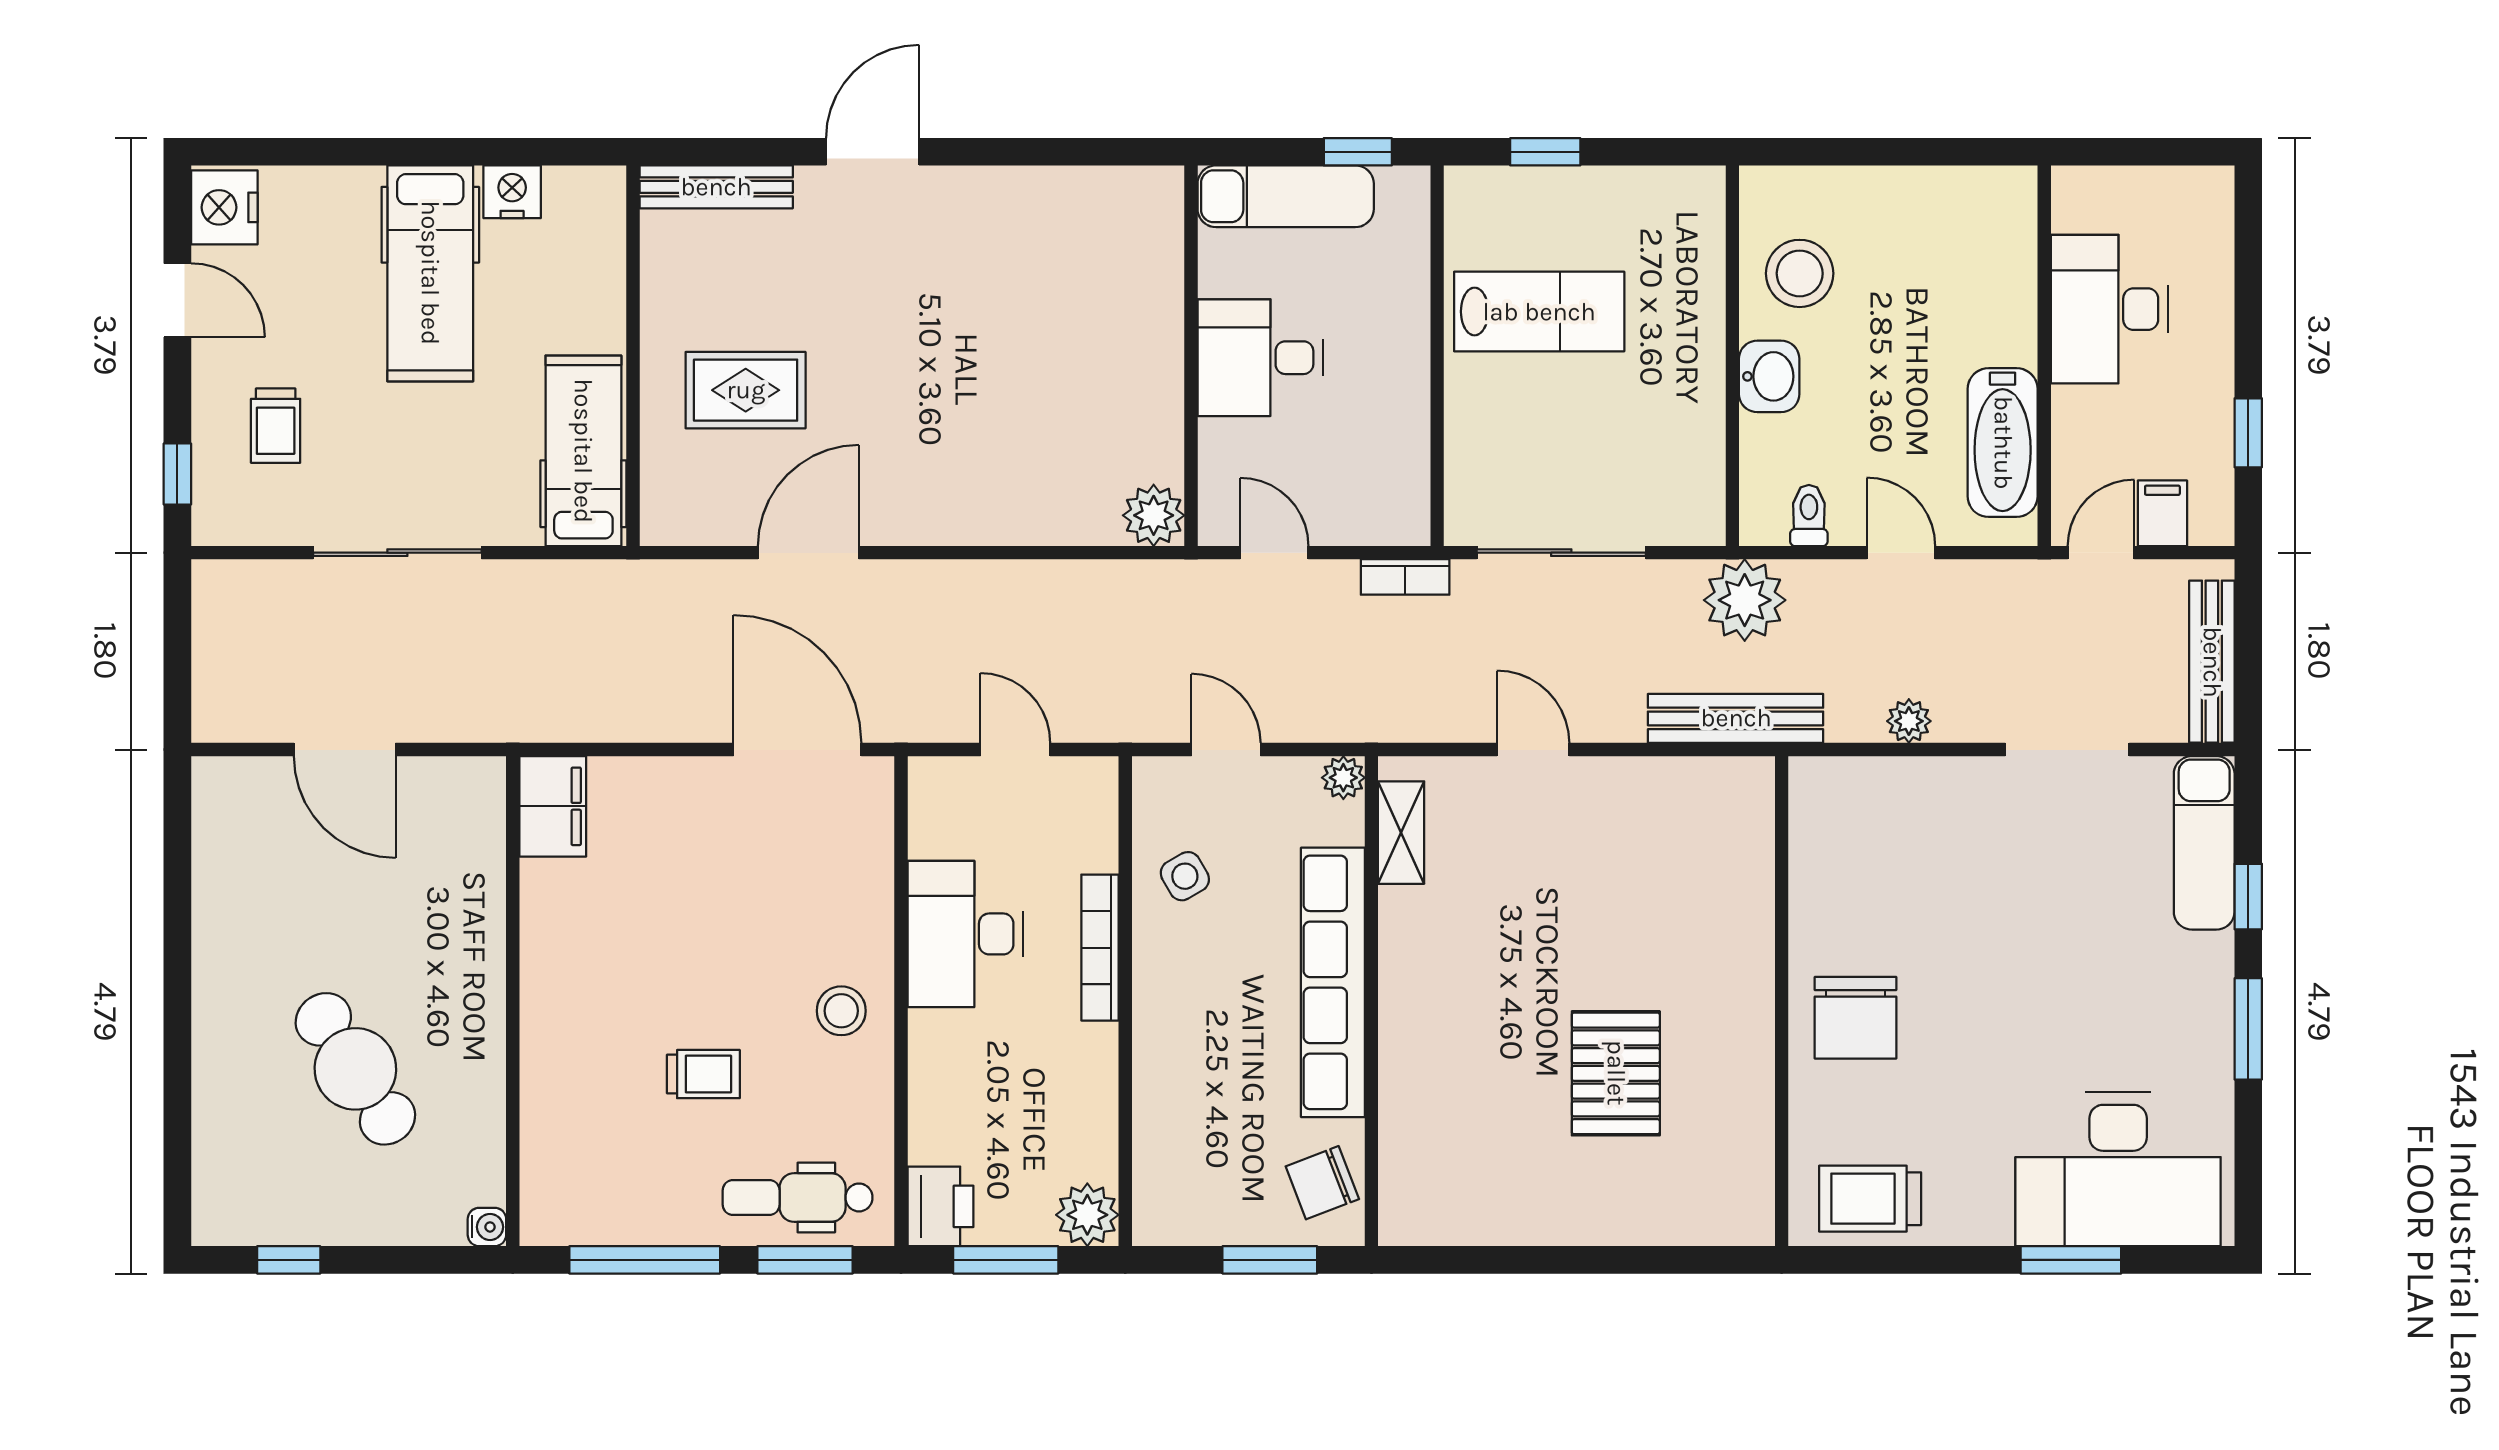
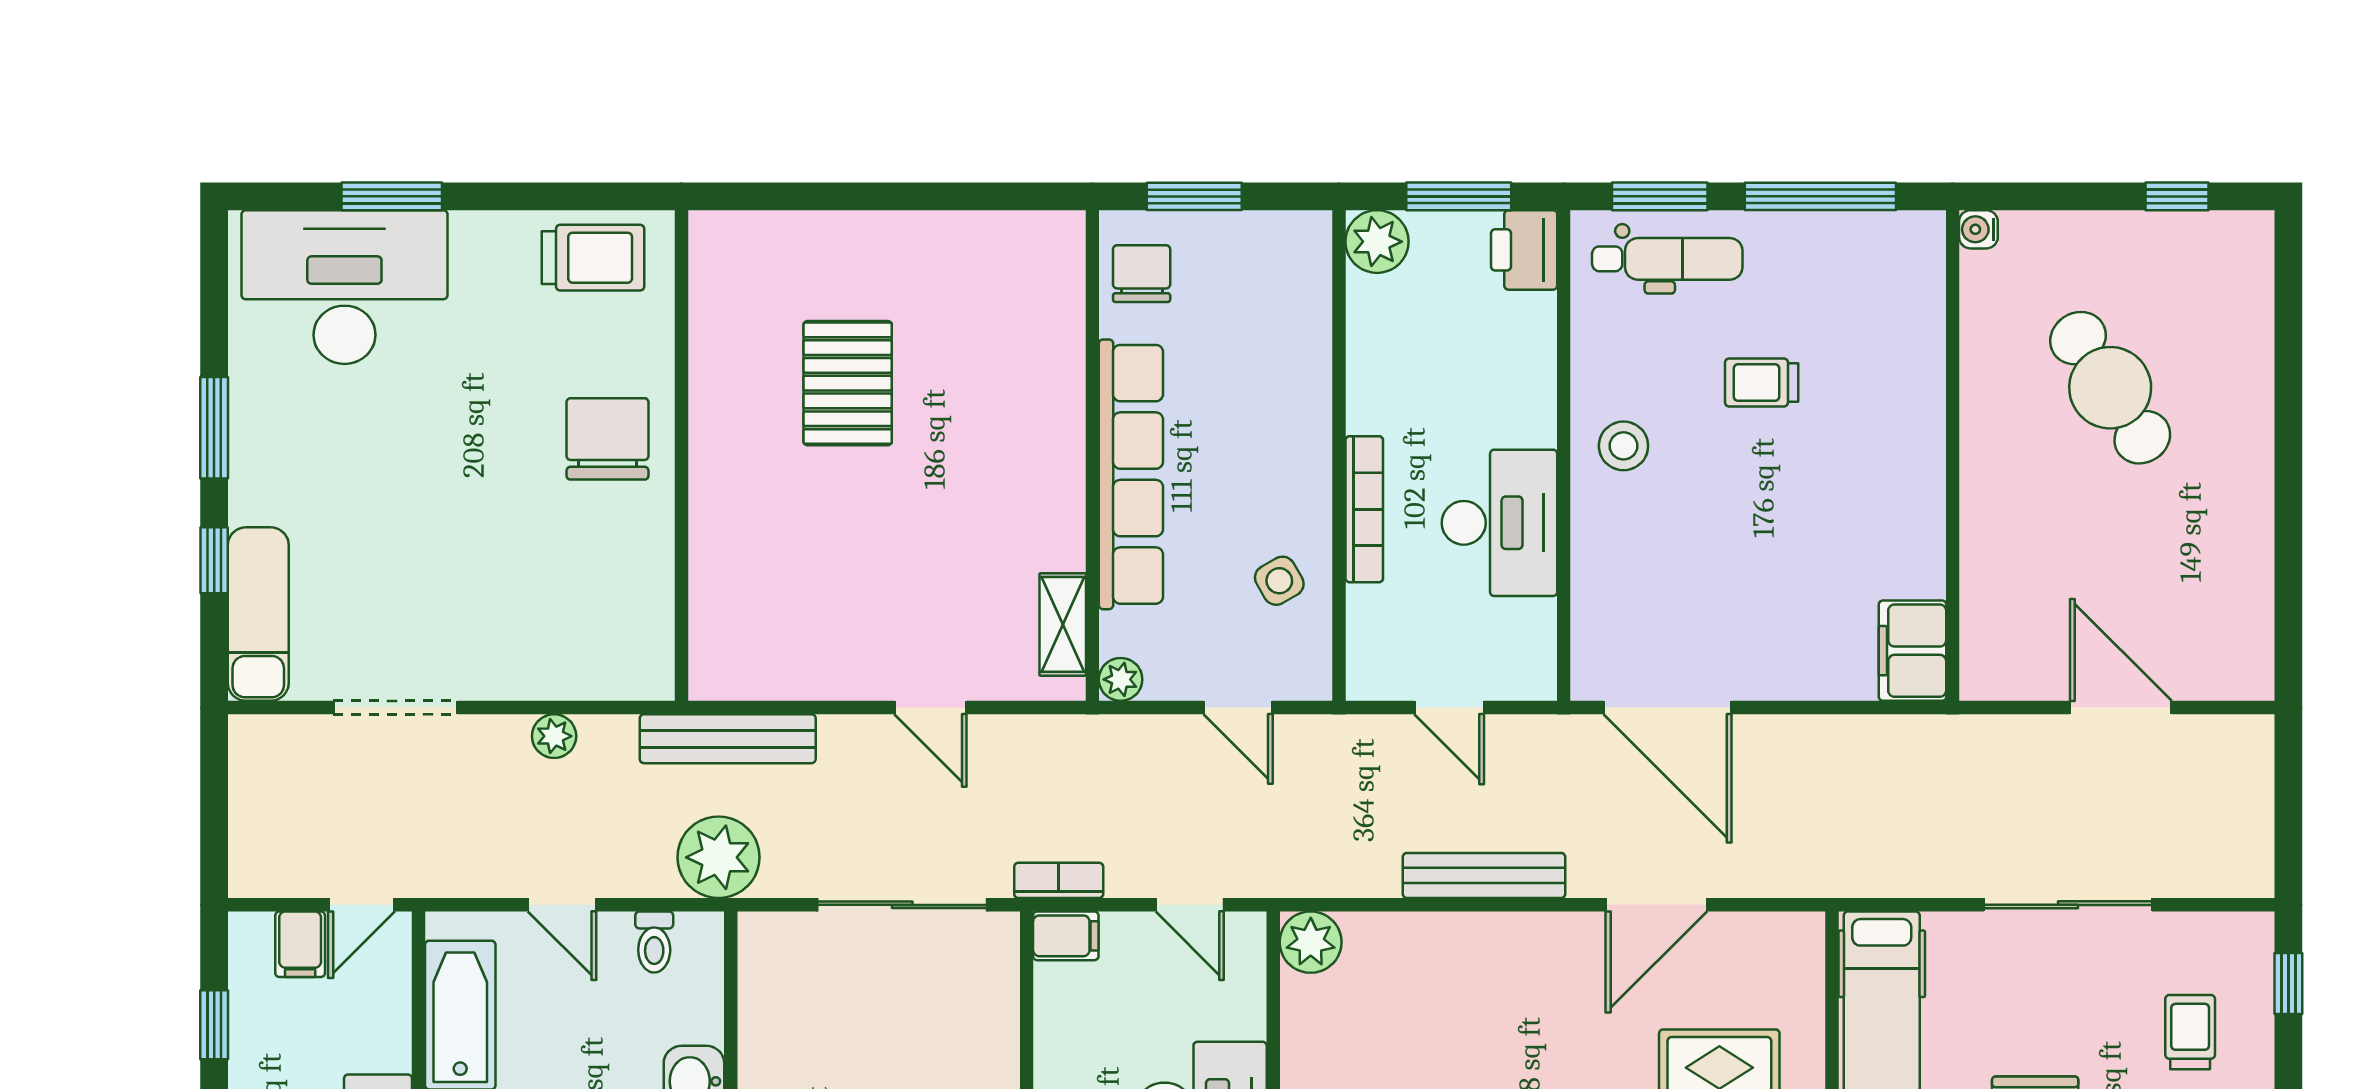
filing cabinet: (1398, 522) -> (1066, 936), added
bench: (2212, 662) -> (1484, 875), moved, turned 90
chair: (1322, 1183) -> (1142, 274), turned -69

